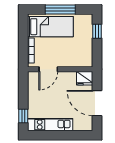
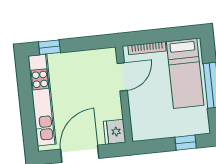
door: (48, 69) -> (122, 77), swing flipped
kitchen unit: (50, 125) -> (42, 100), width x1.36

